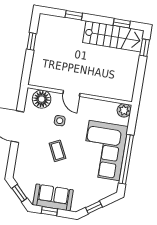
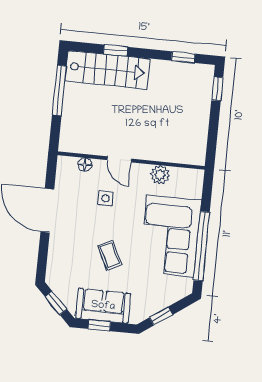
stairs: (113, 36) -> (107, 70), moved
window: (32, 41) -> (59, 90), width x2.17
floor lamp: (42, 99) -> (85, 165), width x0.53, depth x0.53
plant: (124, 110) -> (160, 175), moved
coffee table: (57, 151) -> (110, 255), moved

